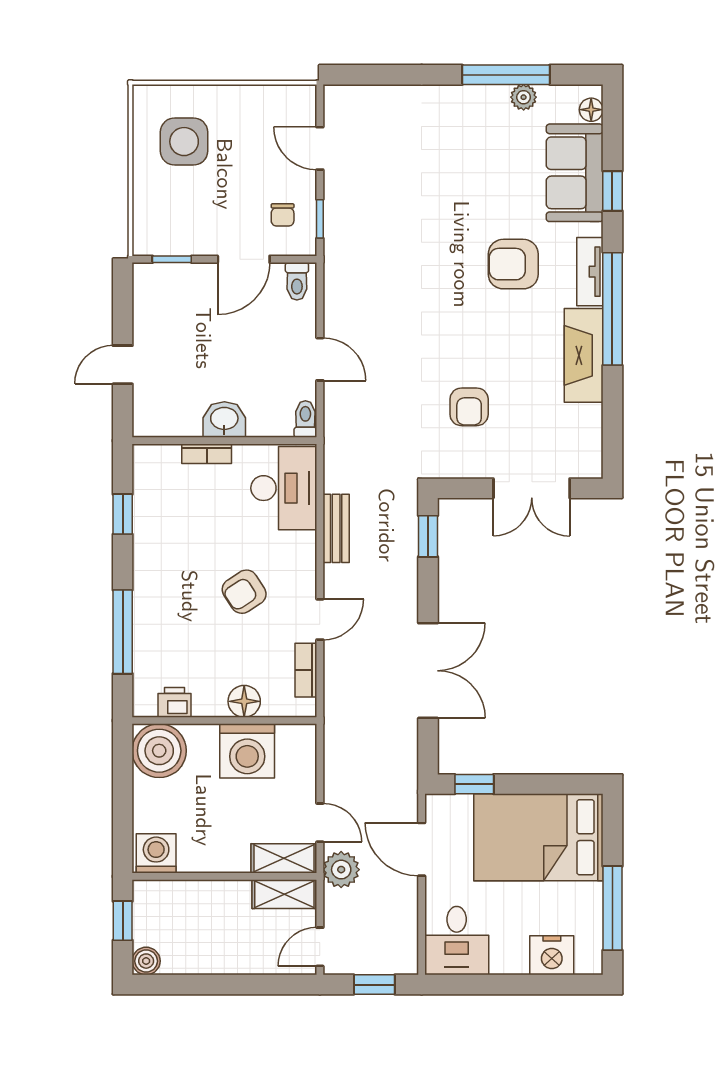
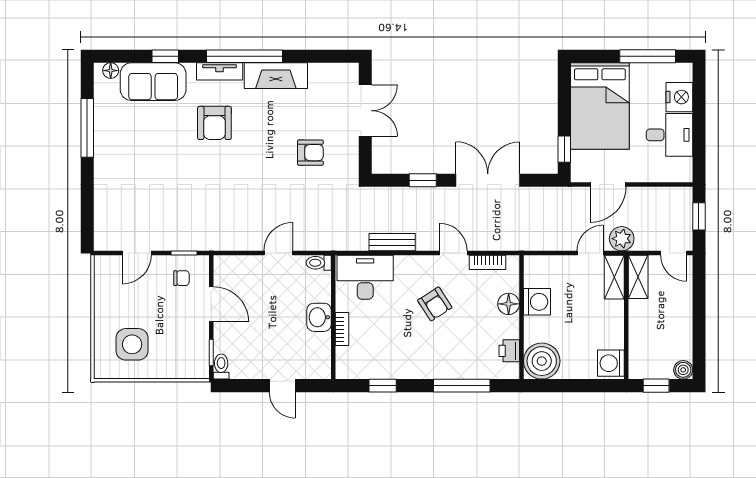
plant: (524, 97) -> (102, 116), removed
toilet: (297, 281) -> (221, 367), moved, turned -90
window: (428, 536) -> (423, 180), moved
washing machine: (247, 751) -> (537, 302), width x0.73, depth x0.73
desk: (457, 941) -> (669, 135), moved

